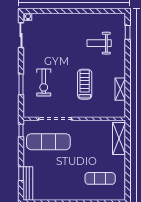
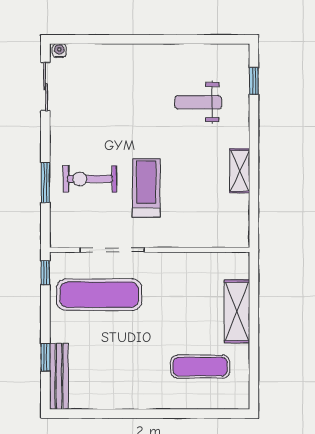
exercise bike: (44, 82) -> (90, 179), turned 90
treadmill: (85, 84) -> (146, 188), moved
shelving: (120, 89) -> (240, 171), moved
shelving: (119, 139) -> (237, 311), moved

